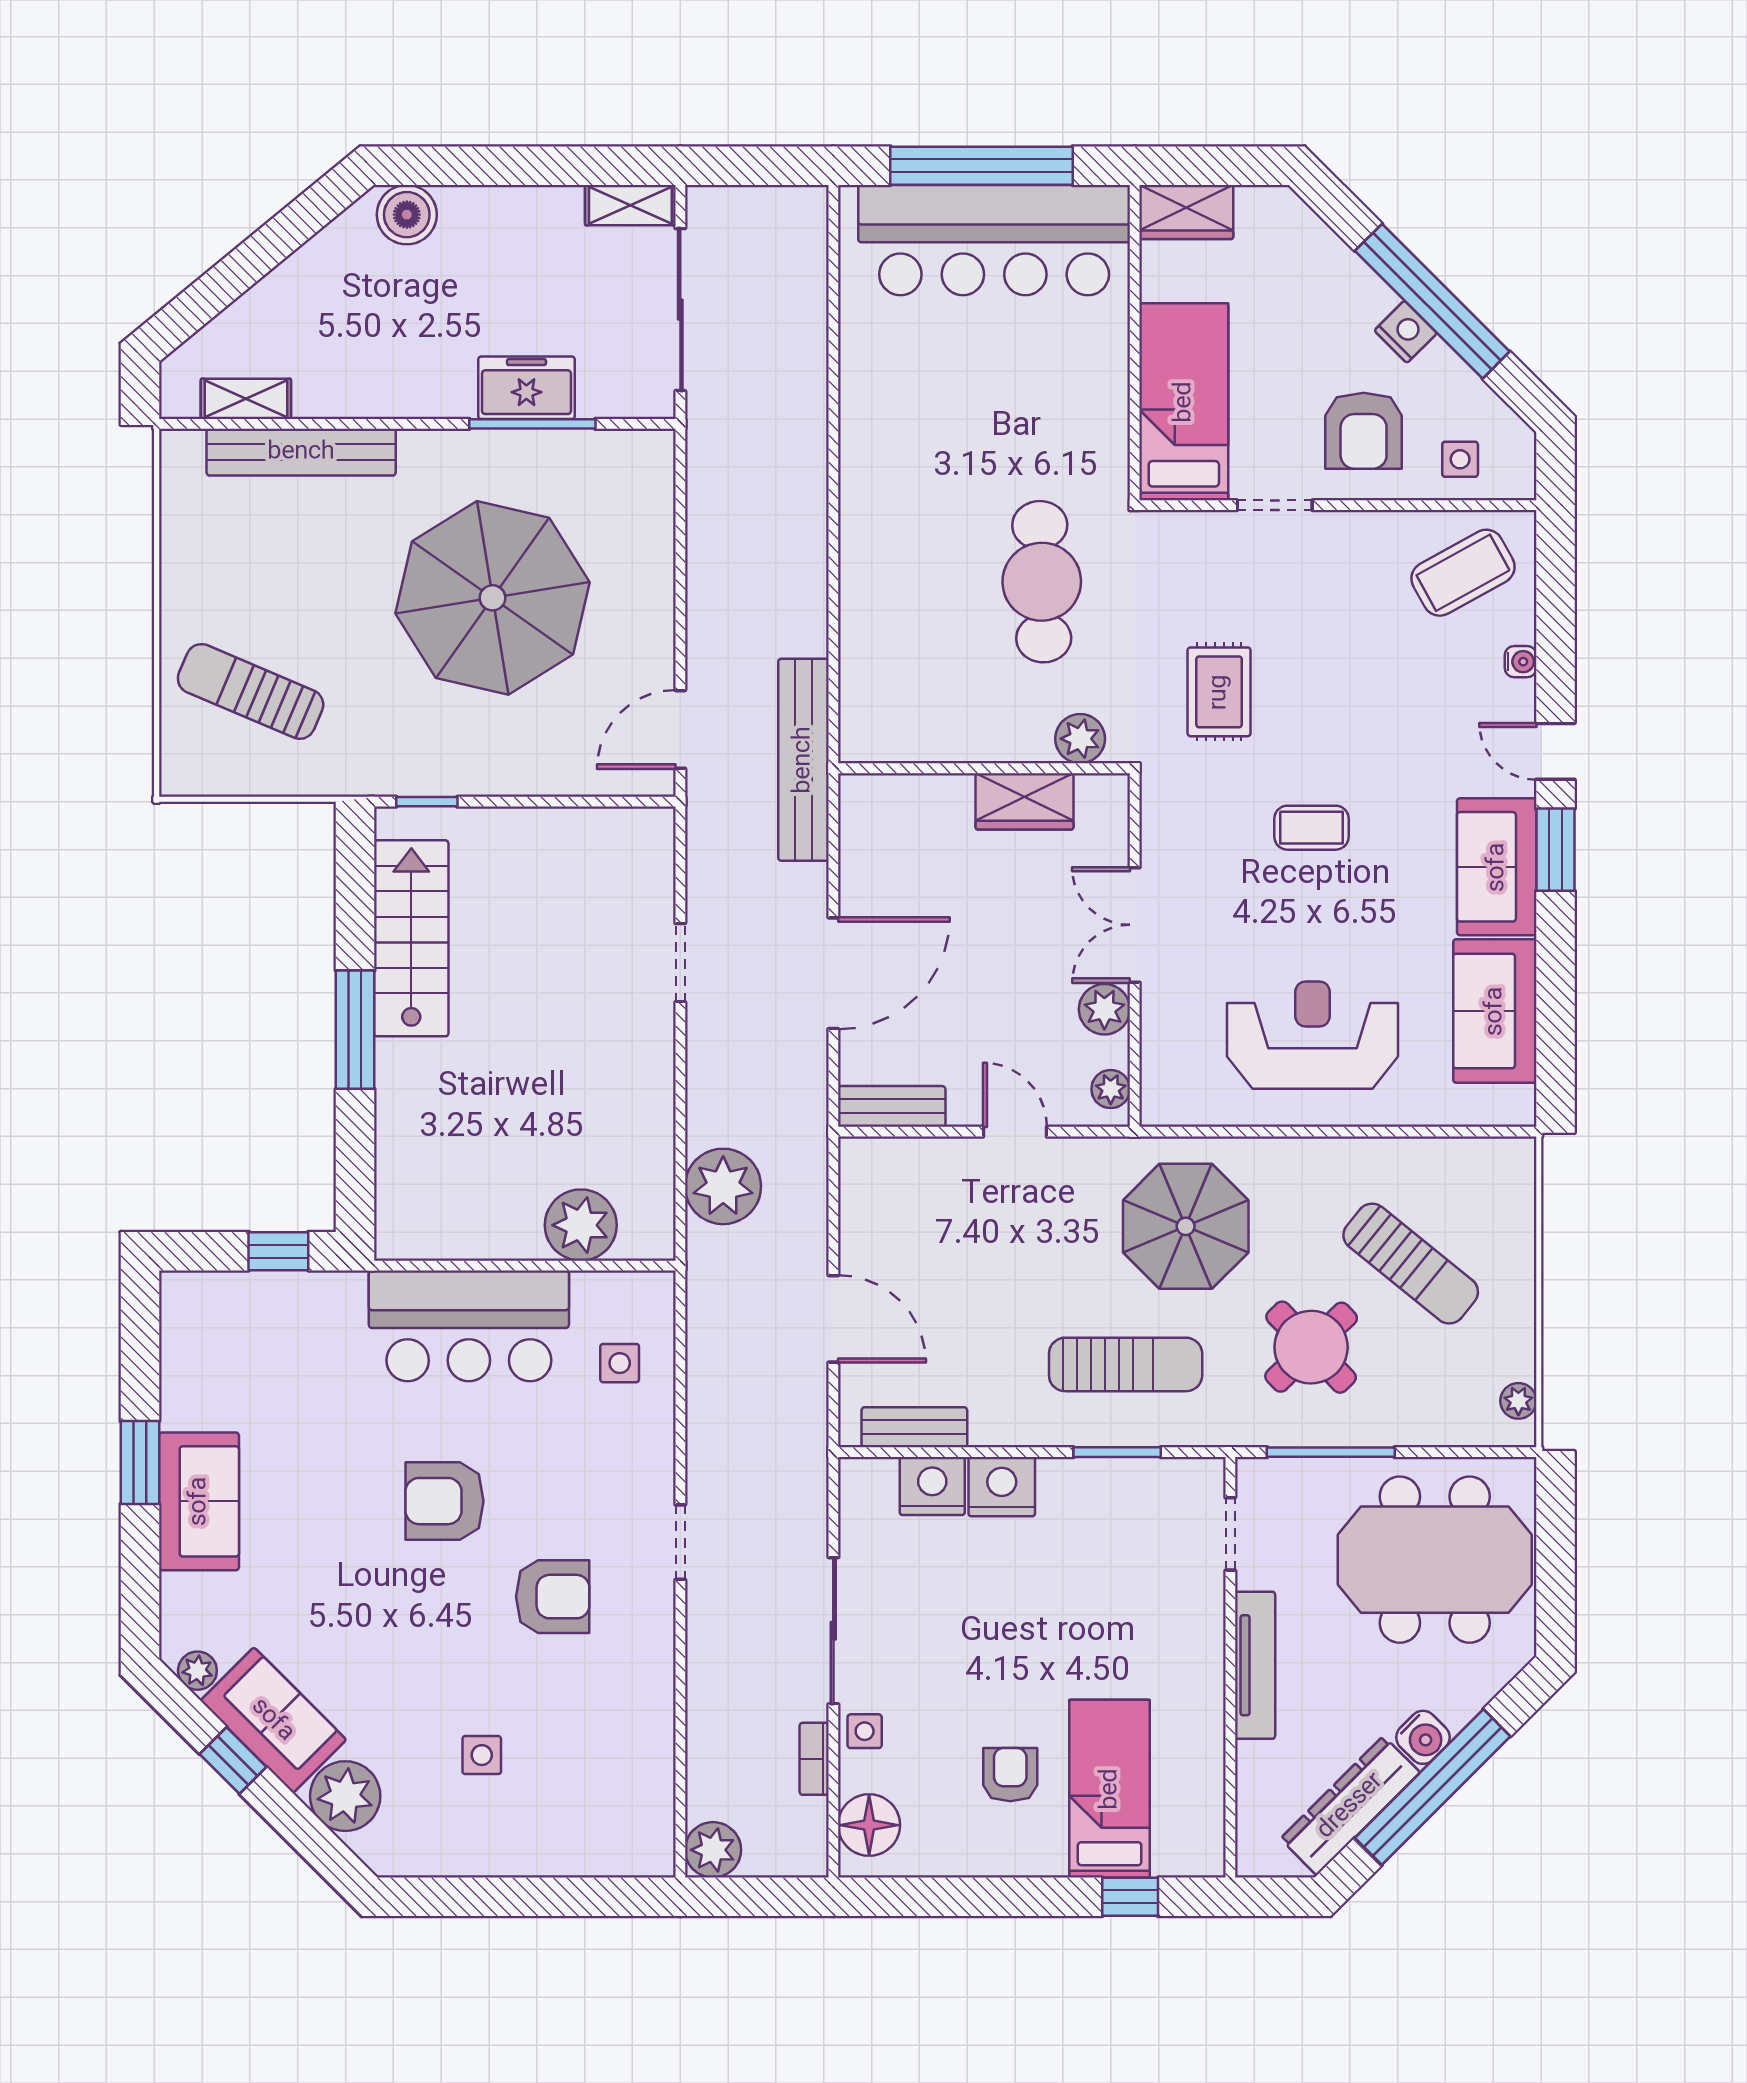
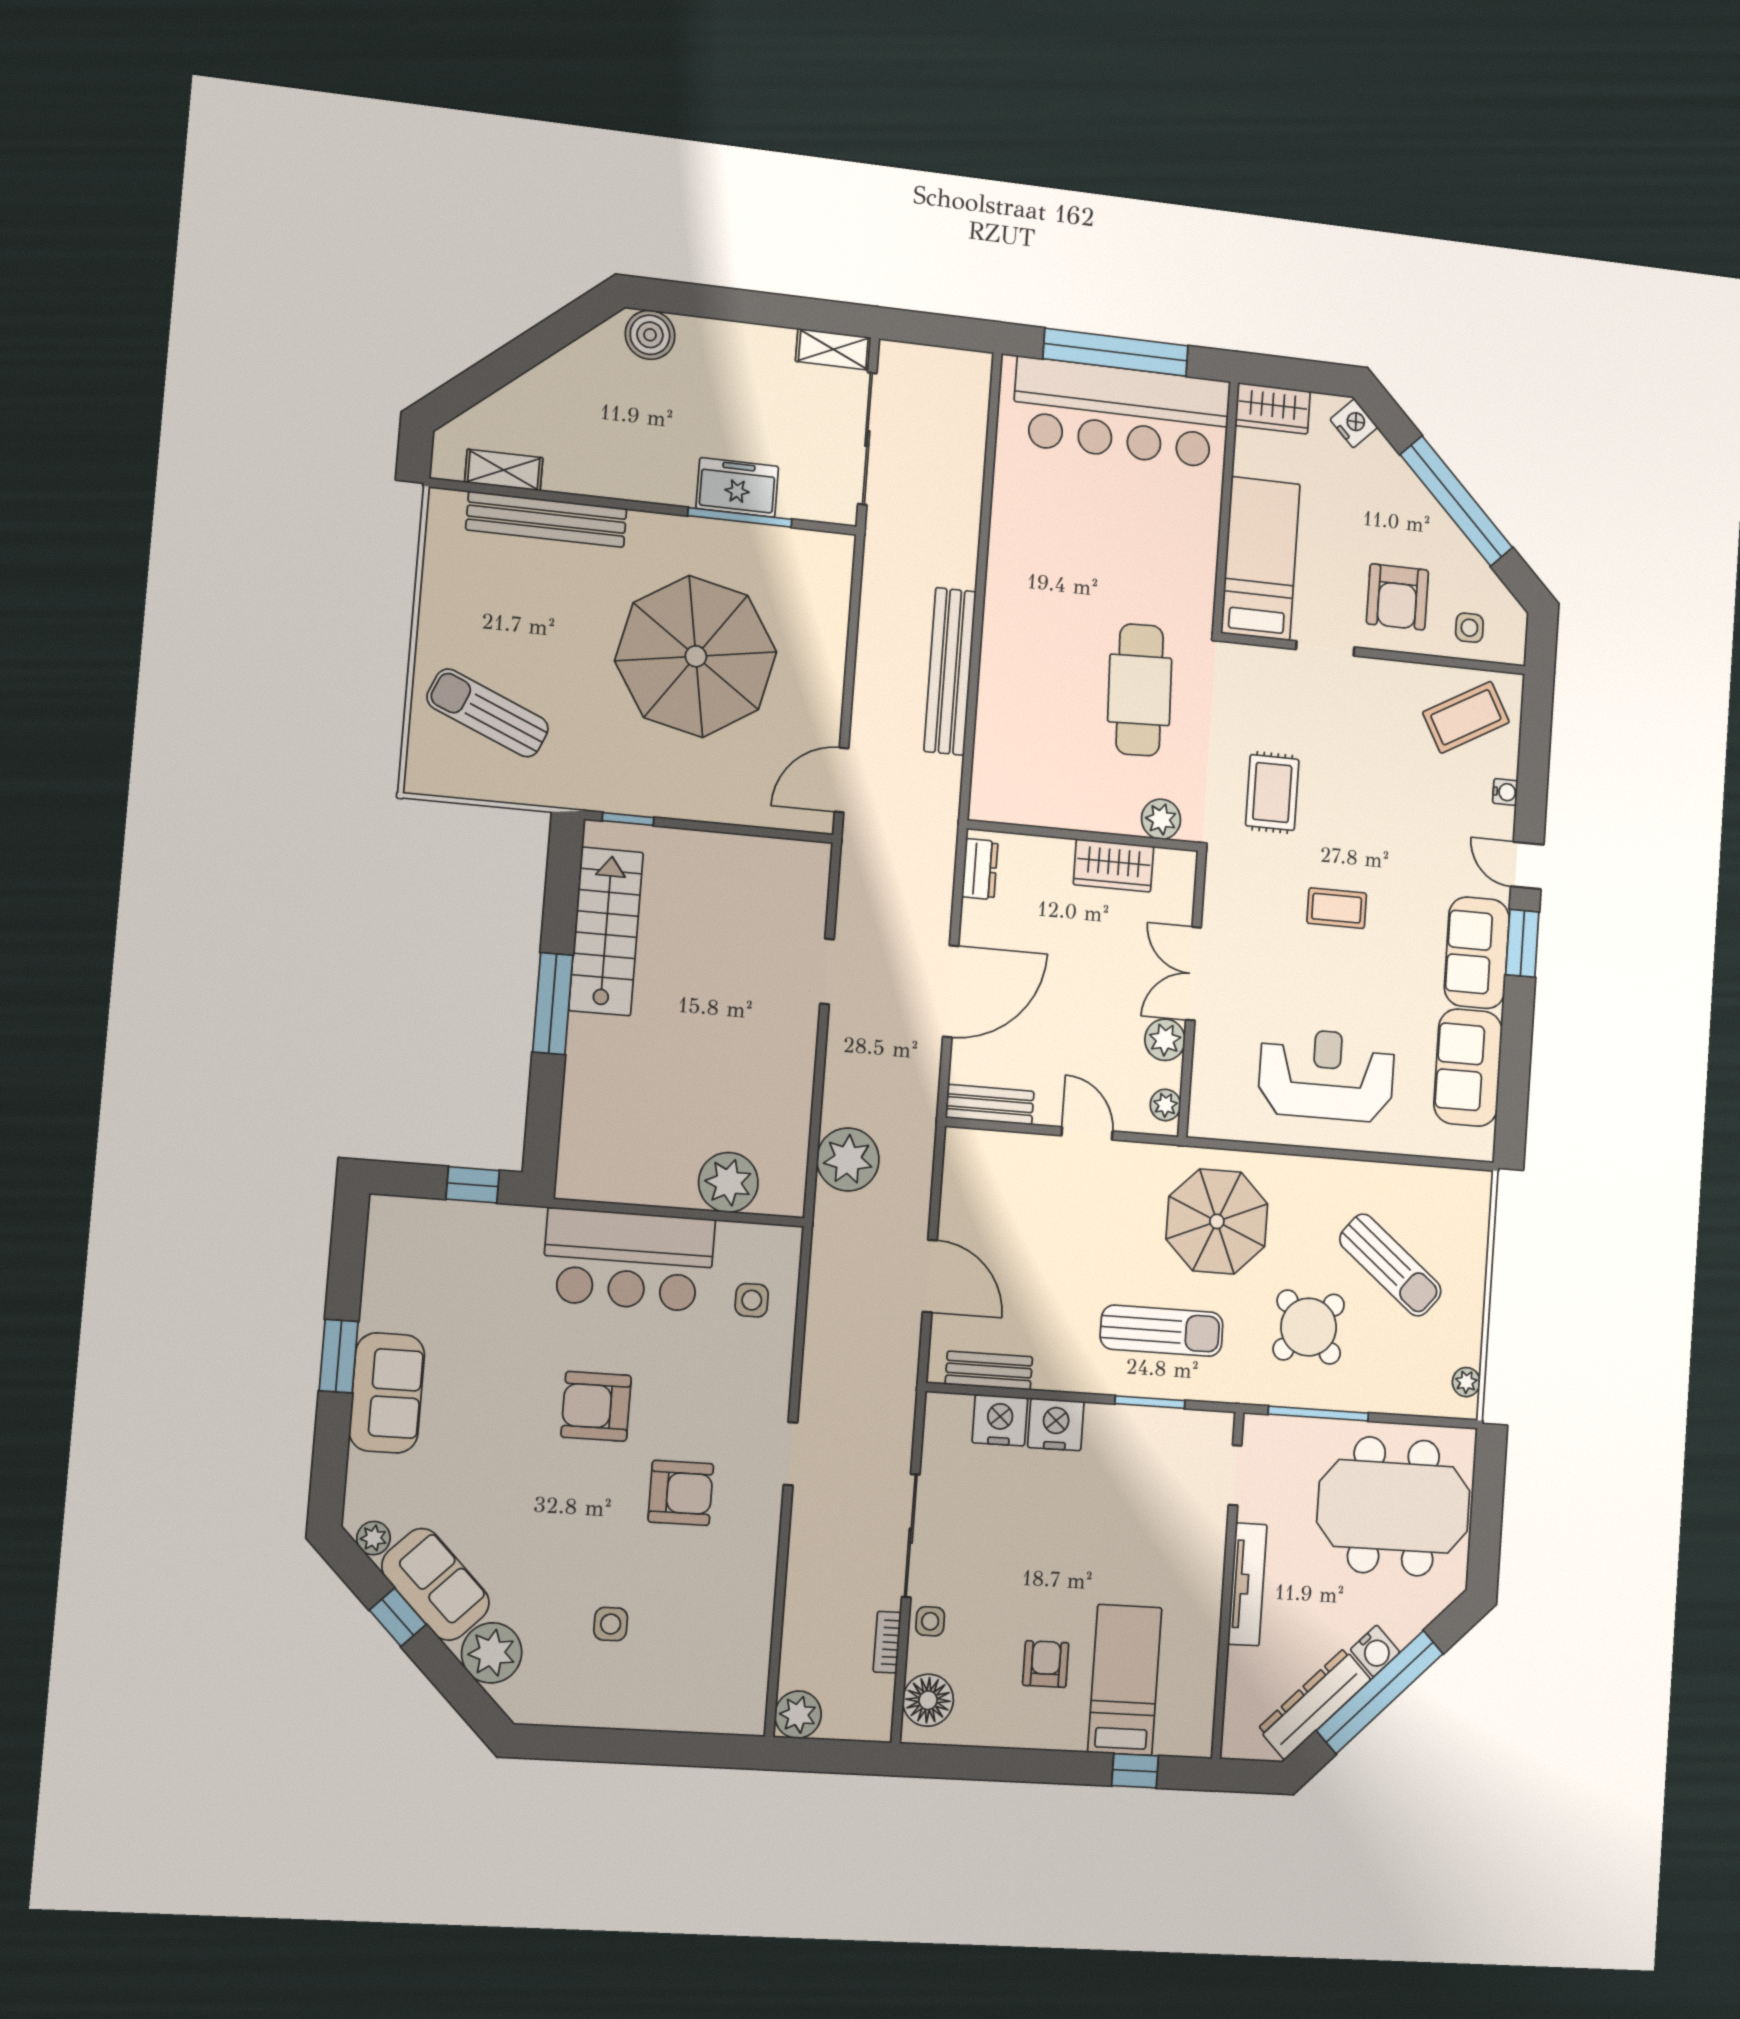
nightstand: (1406, 332) -> (1354, 423), moved
bench: (803, 760) -> (950, 671), moved
dresser: (858, 821) -> (980, 869), added

